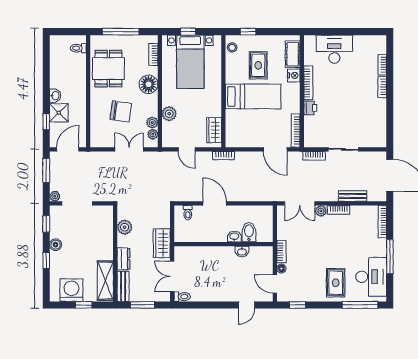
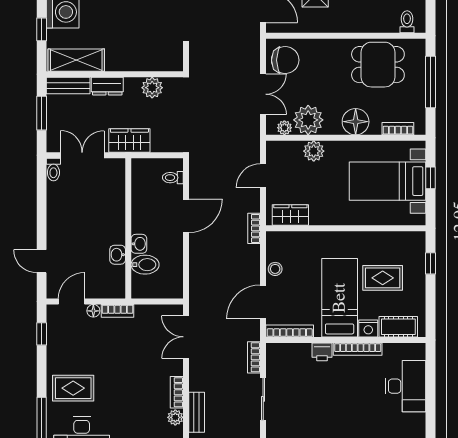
stool: (232, 47) -> (275, 269), moved
bed: (253, 96) -> (340, 298), moved, turned 180
chair: (121, 111) -> (285, 60), moved, turned -98
plant: (152, 122) -> (308, 120), width x1.87, depth x1.87
plant: (321, 211) -> (175, 417), moved

